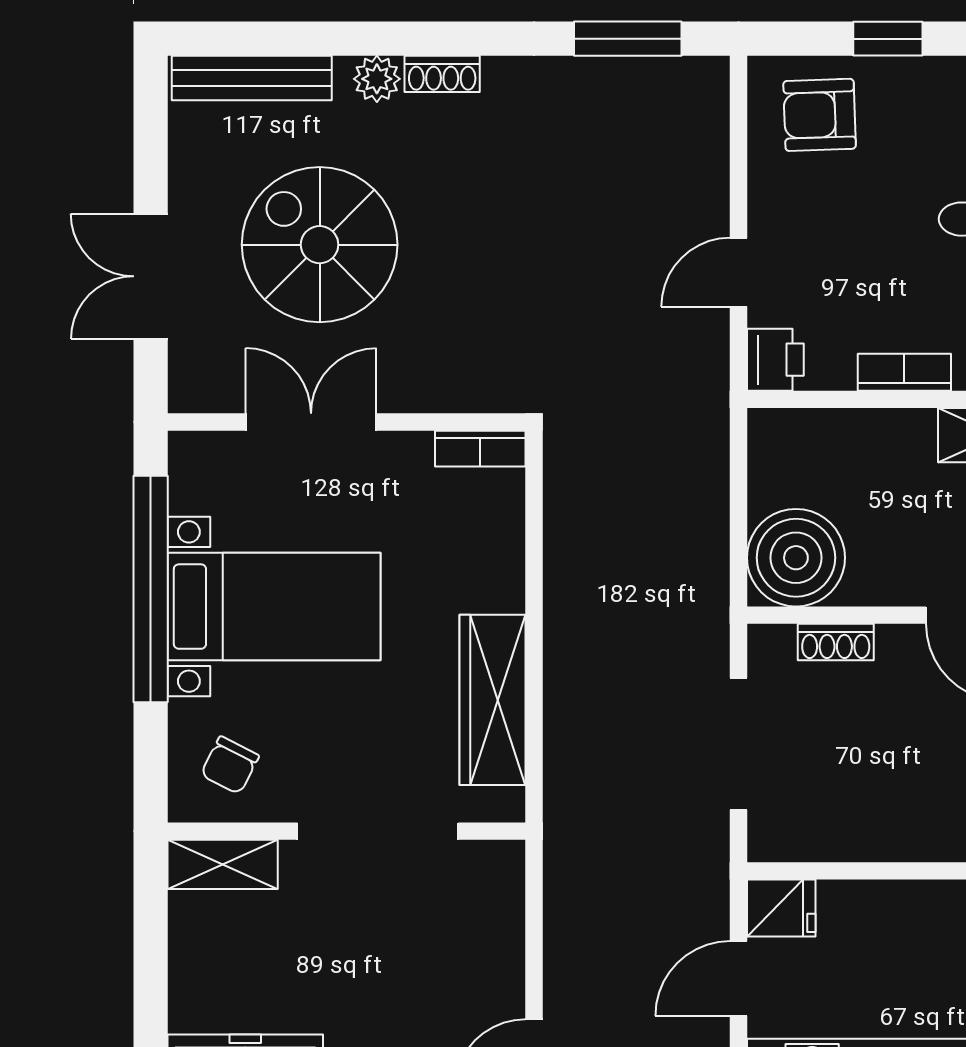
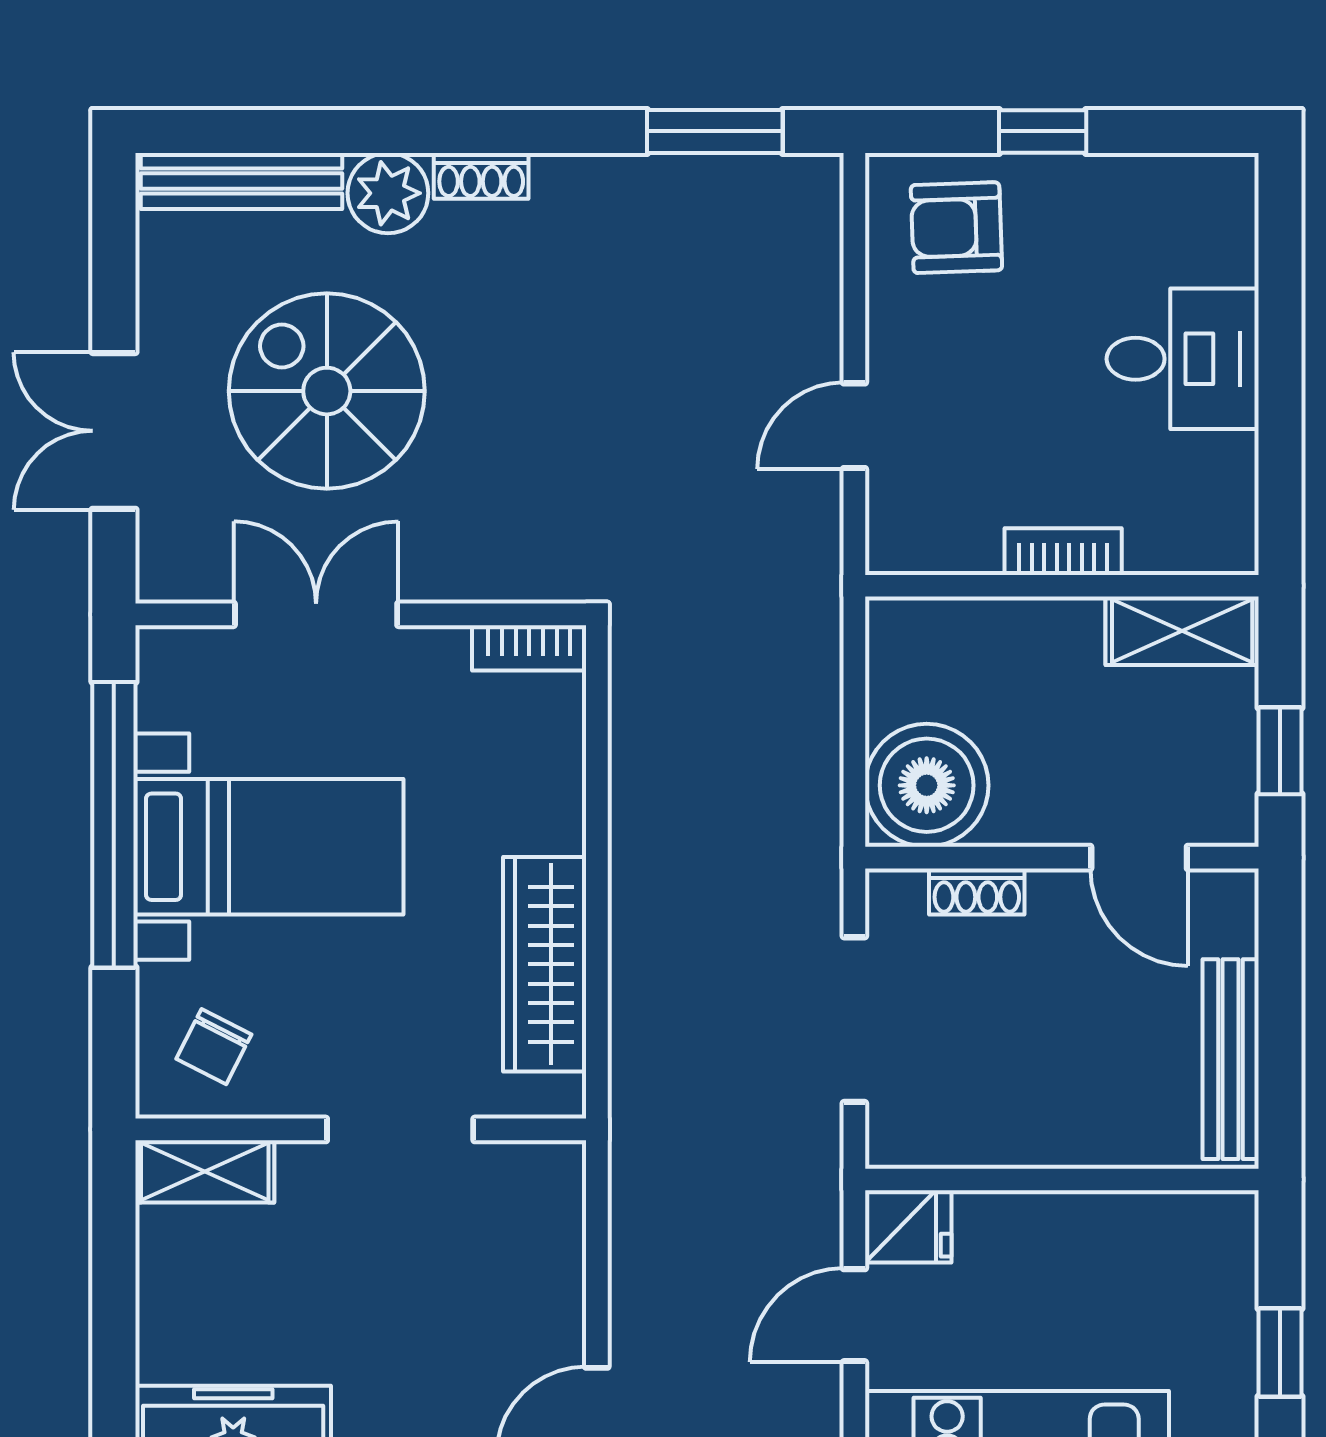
plant: (377, 79) -> (388, 193), width x1.38, depth x1.38
printer: (775, 360) -> (901, 536), removed
doorway: (378, 831) -> (400, 1129), width x0.73

